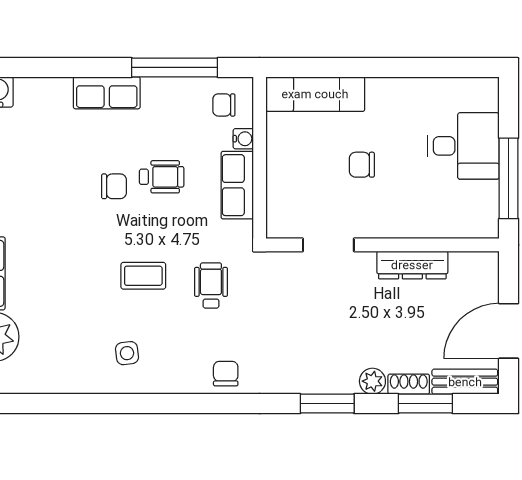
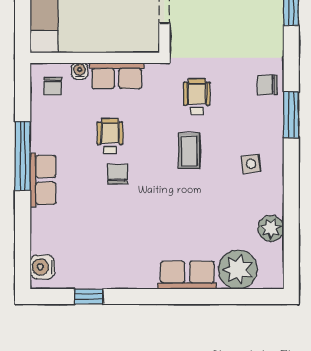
window: (175, 67) -> (23, 156), moved
wheelchair: (211, 285) -> (197, 97), turned 90
plant: (46, 378) -> (271, 228), added
window: (188, 404) -> (291, 115), added

